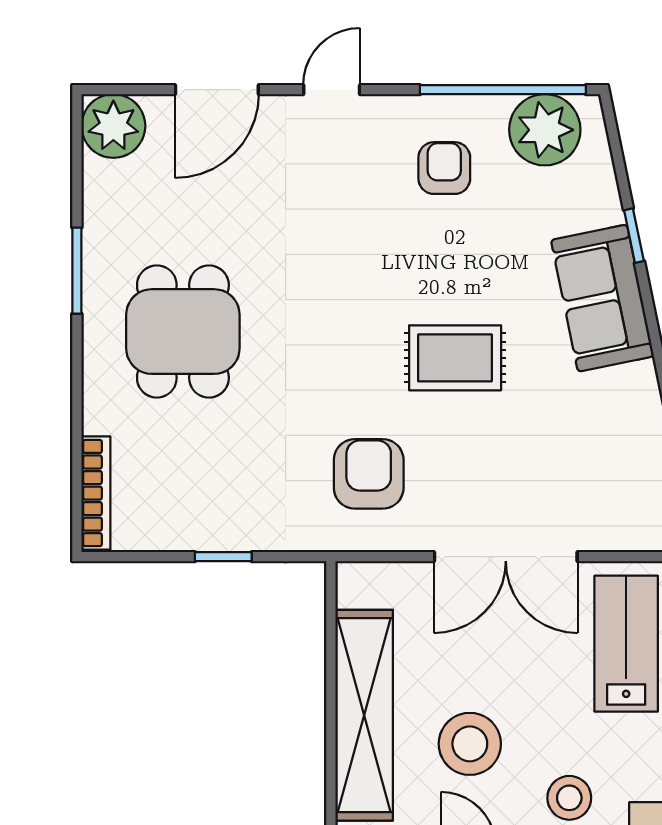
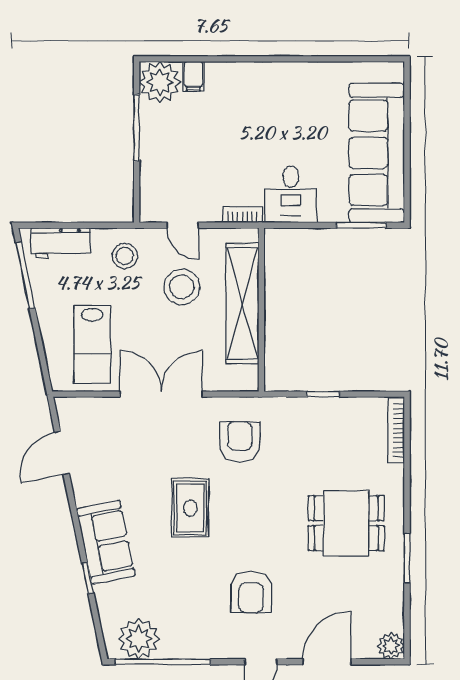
plant: (113, 126) -> (391, 646), width x0.73, depth x0.73
armchair: (444, 168) -> (251, 592), moved, width x1.38, depth x1.38
dining table: (183, 332) -> (346, 523), turned 90
rug: (455, 358) -> (190, 508), turned 90
armchair: (369, 474) -> (240, 442), turned 180

